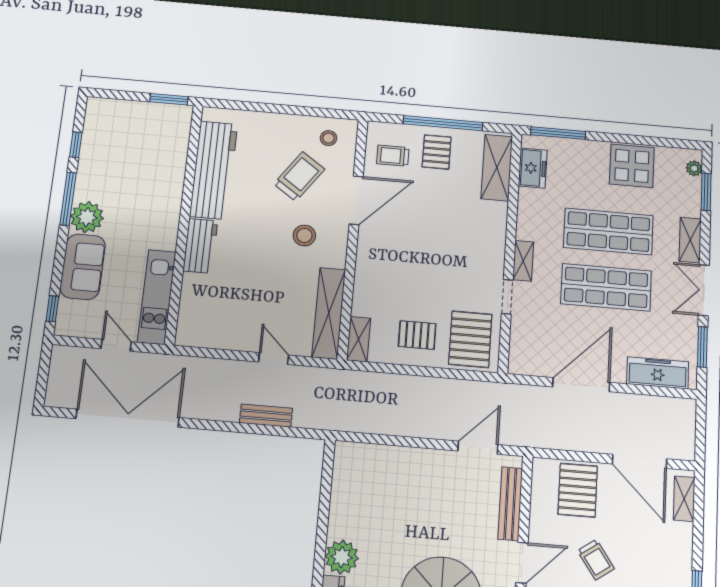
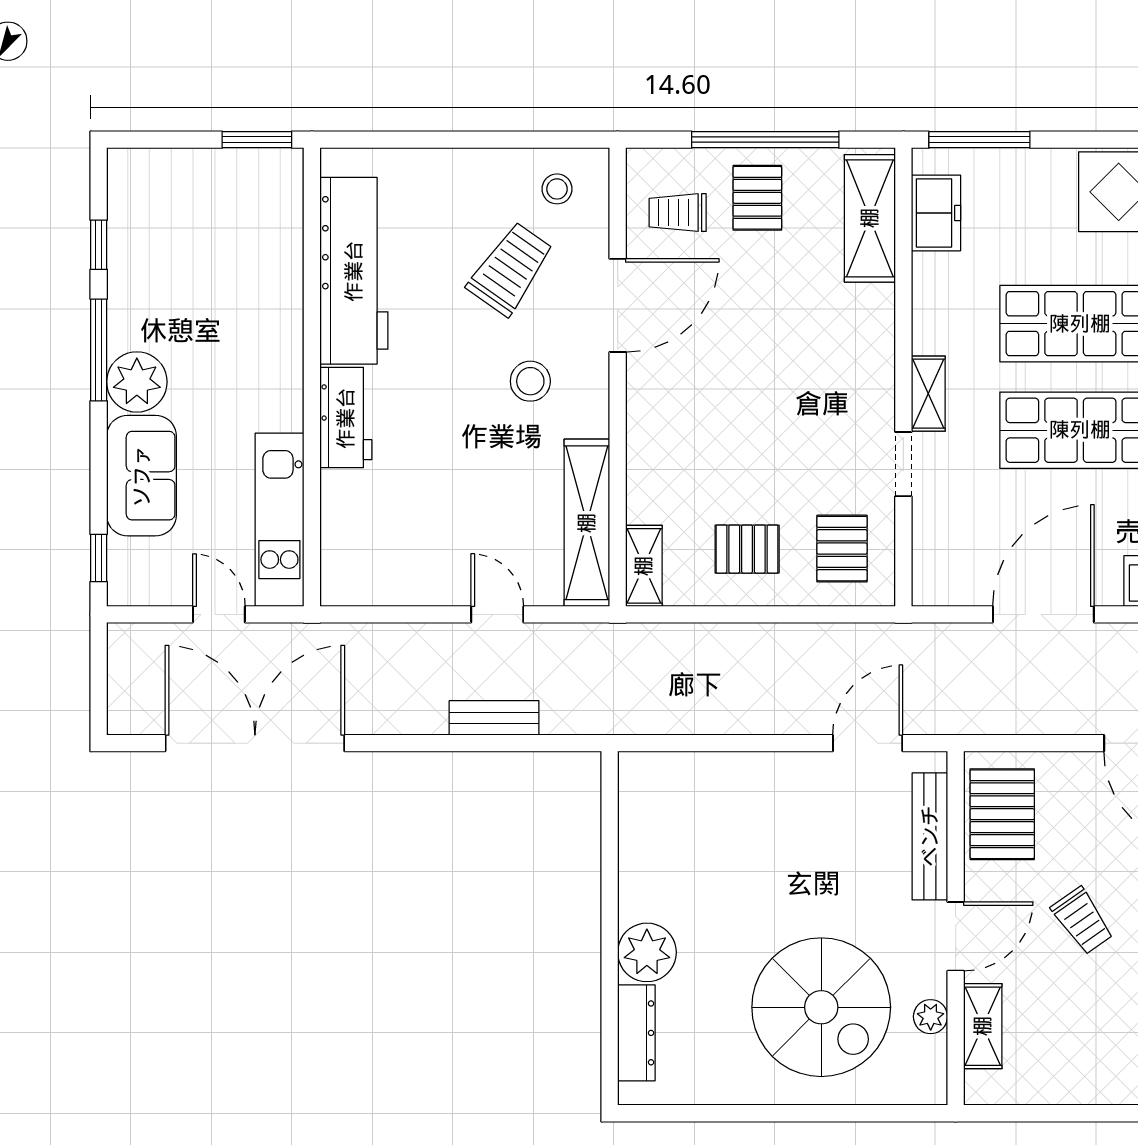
pallet: (470, 339) -> (842, 549), width x0.67, depth x0.71
pallet: (578, 490) -> (1002, 814), moved

